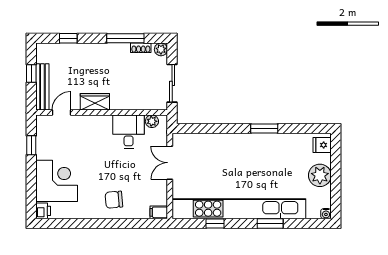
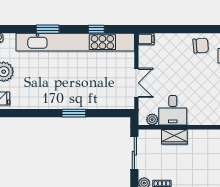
wardrobe: (95, 102) -> (174, 137), moved
window: (264, 129) -> (74, 113), moved
chair: (114, 200) -> (201, 46), moved

